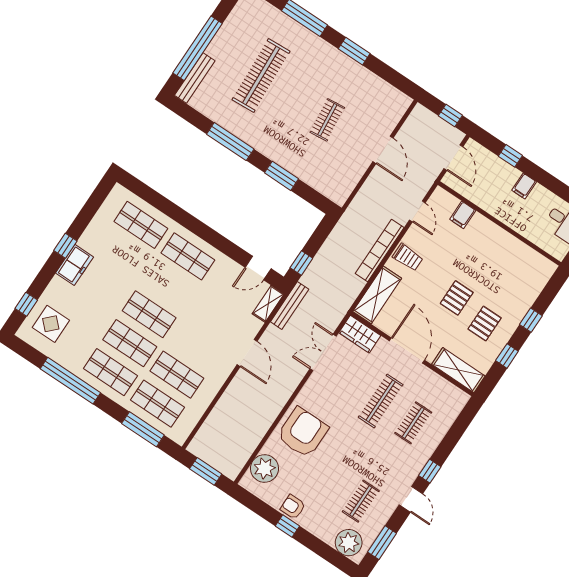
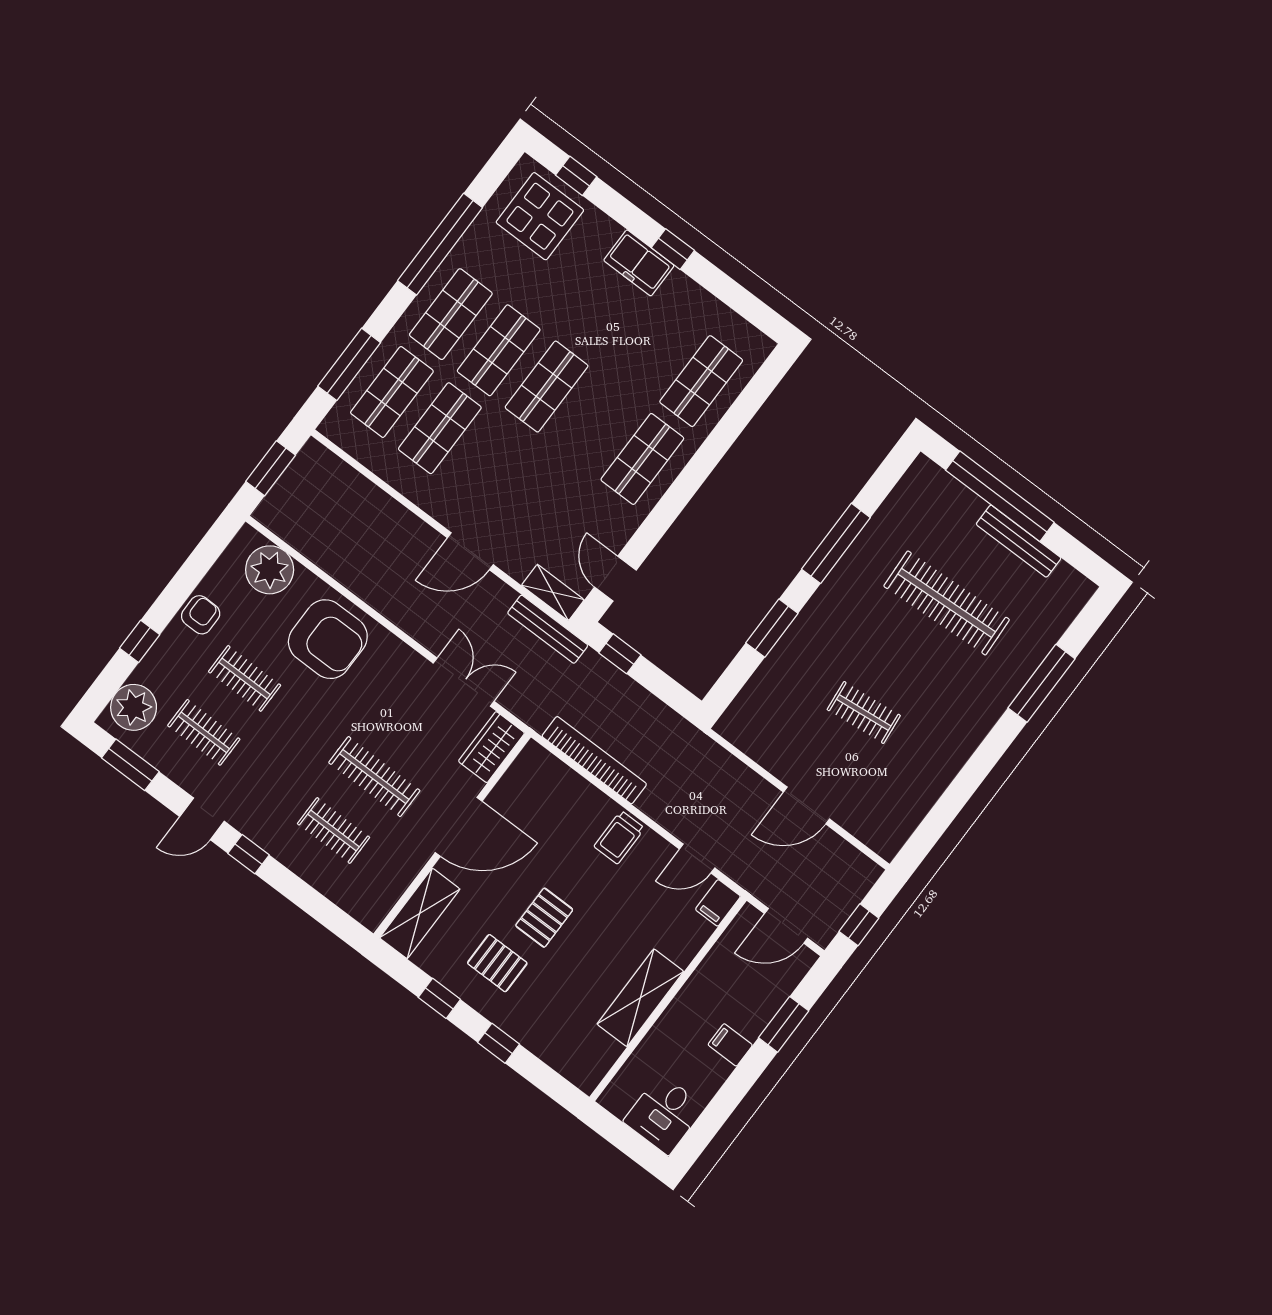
window: (354, 51) -> (979, 765), removed
bench: (195, 78) -> (1019, 541), moved
window: (510, 156) -> (784, 1024), width x1.50
filing cabinet: (463, 215) -> (718, 903), moved, turned -90
bookcase: (380, 251) -> (594, 760), moved
shelving: (377, 295) -> (640, 998), moved, turned 90
pallet: (457, 298) -> (544, 918), turned 90
display table: (51, 324) -> (540, 216), width x1.36, depth x1.36
clothes rail: (328, 479) -> (245, 678), added
window: (287, 526) -> (140, 641), moved

